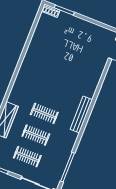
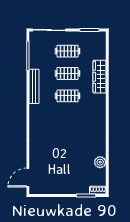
plant: (38, 37) -> (100, 162), added
bench: (81, 115) -> (34, 86), moved

